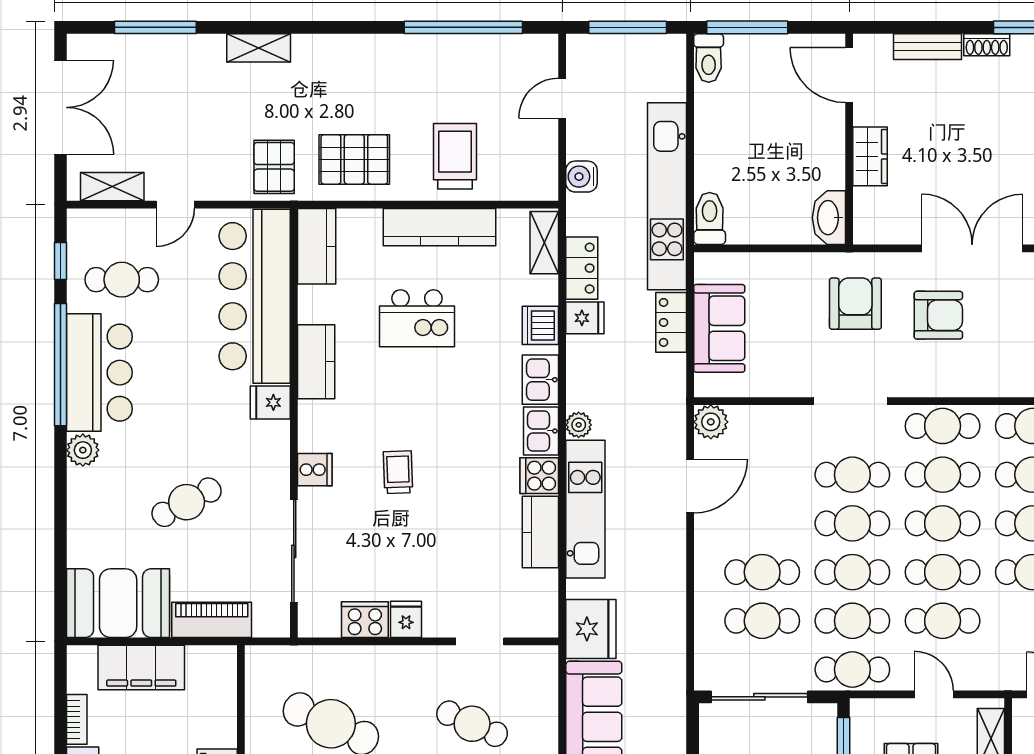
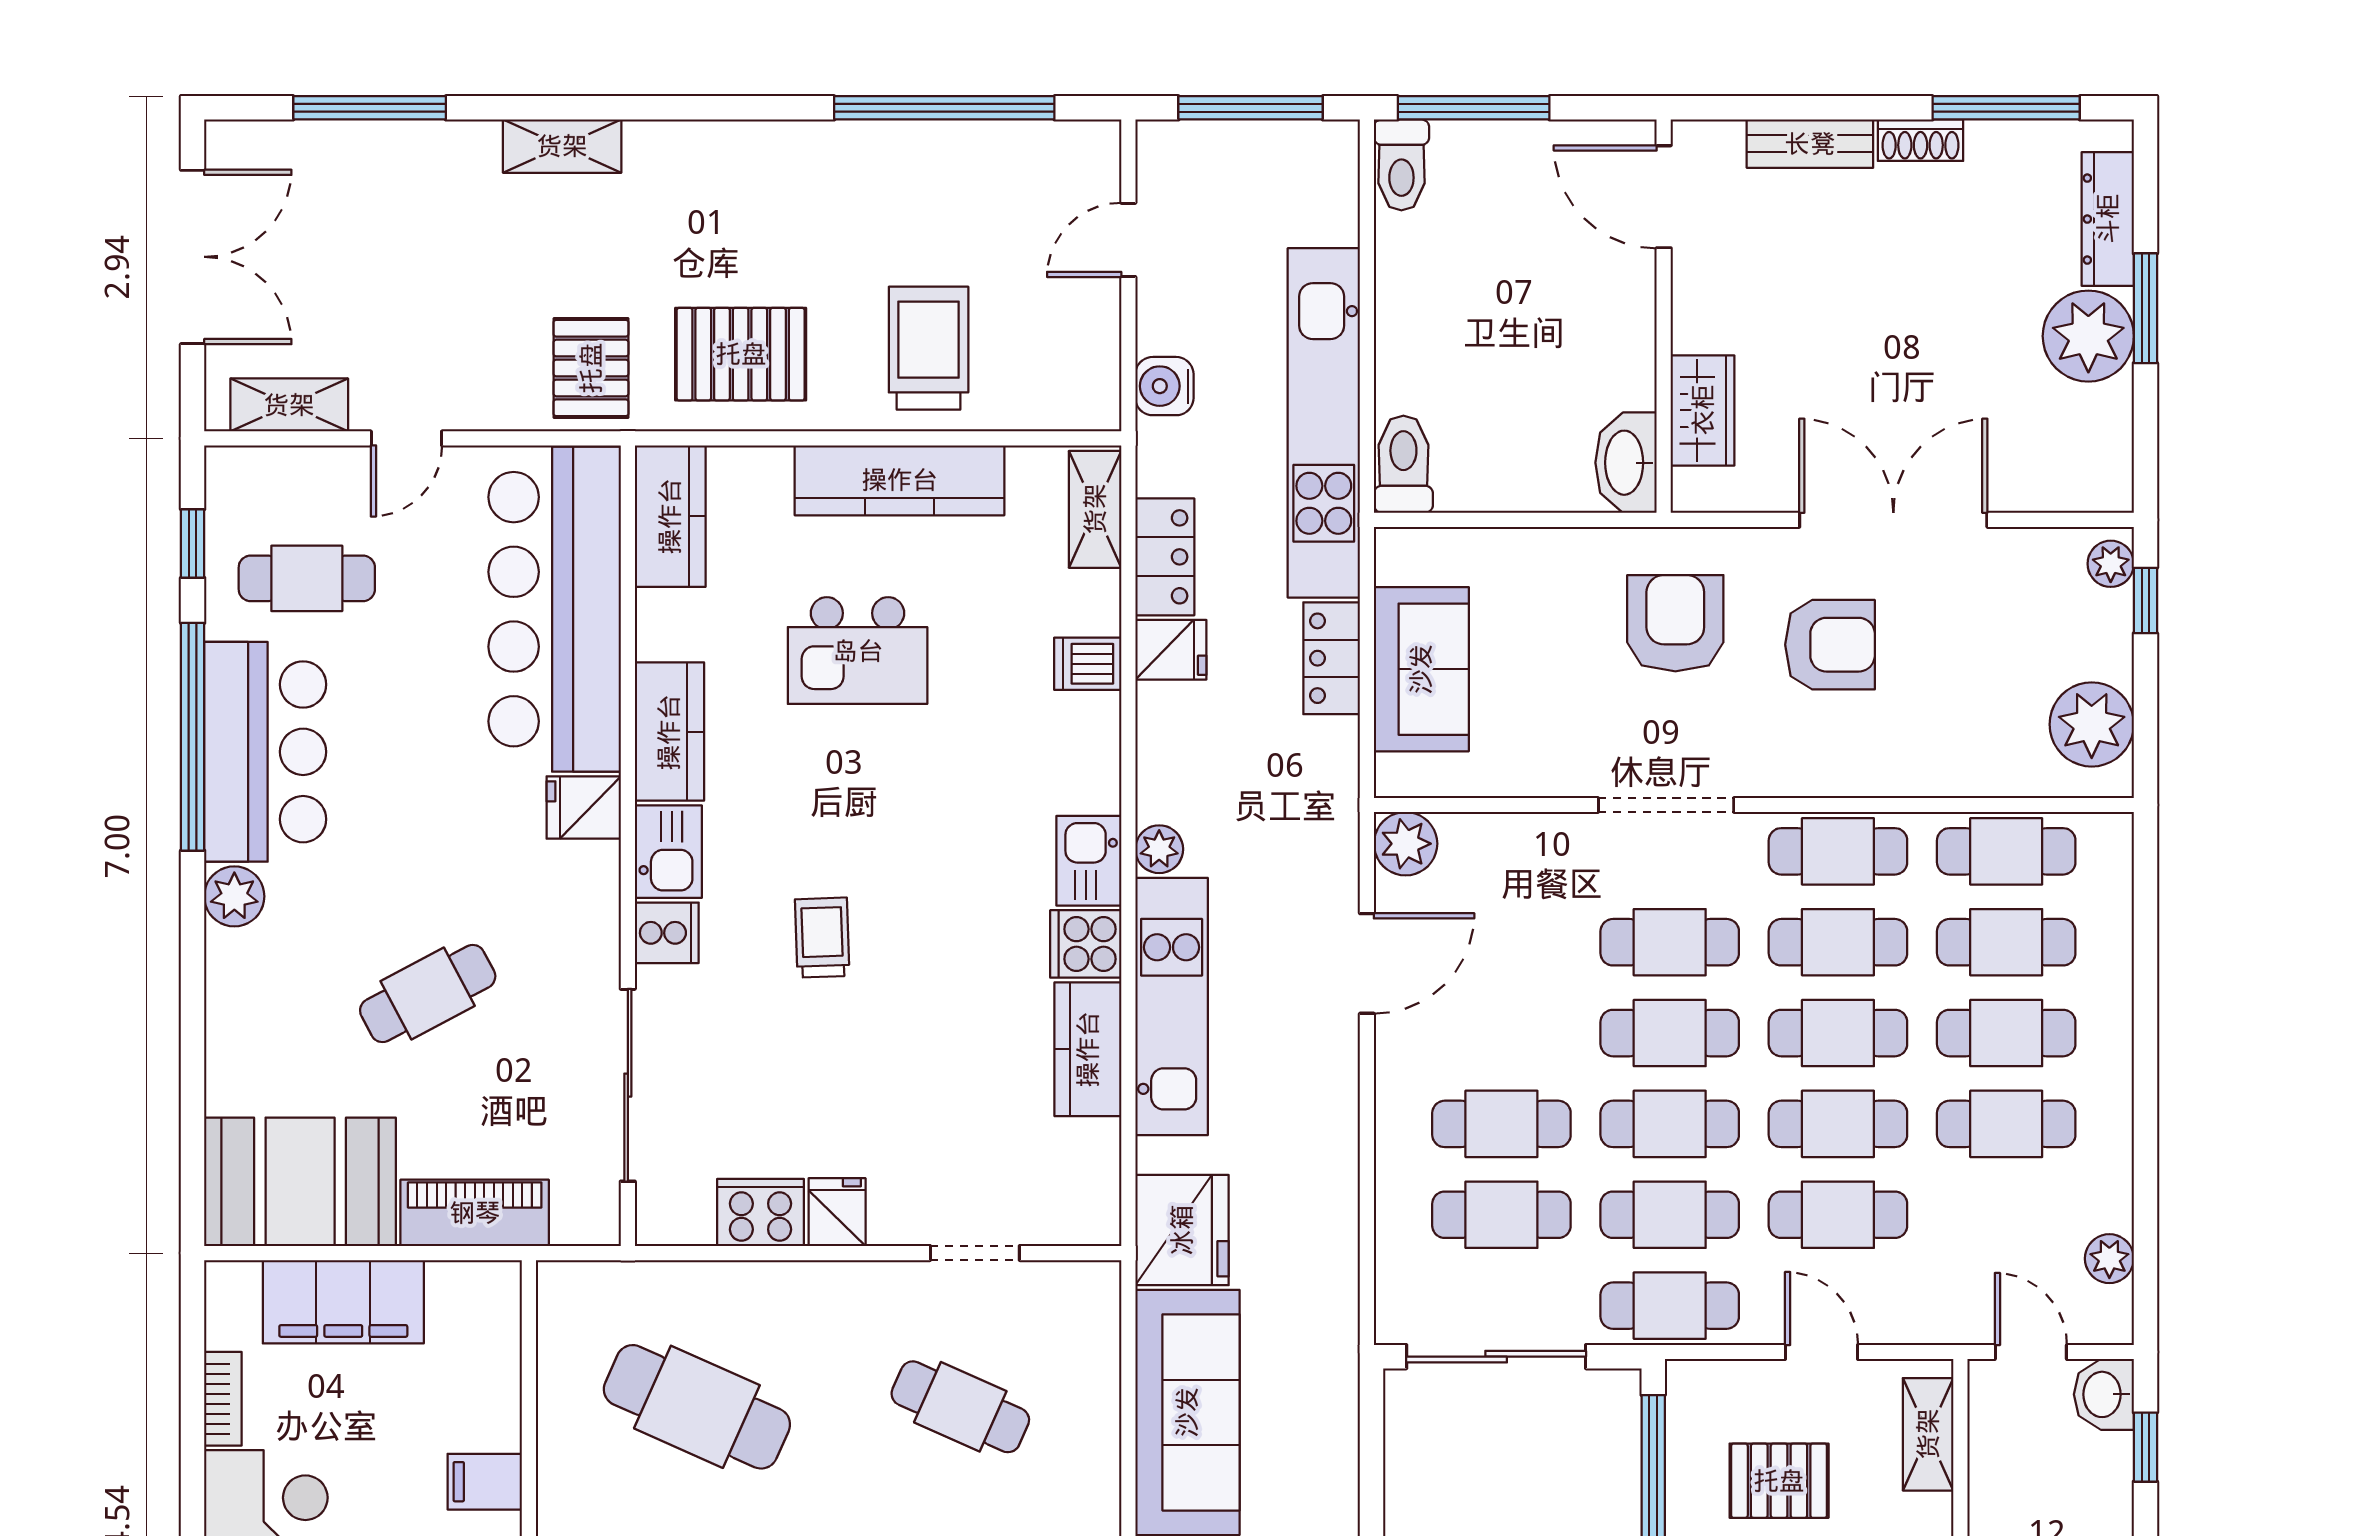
wardrobe: (870, 156) -> (1703, 410), moved
dishwasher: (540, 325) -> (1088, 664), width x0.73
kitchen sink: (540, 380) -> (668, 852), moved, turned 180

